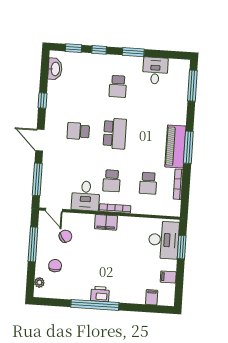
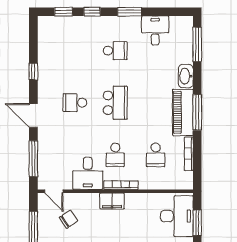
washbasin: (55, 69) -> (186, 76), moved, turned 180
school desk: (118, 86) -> (115, 51), turned -90

